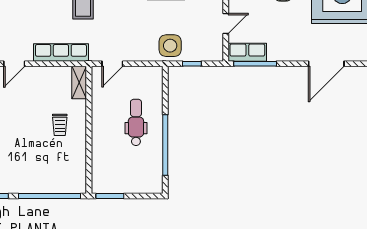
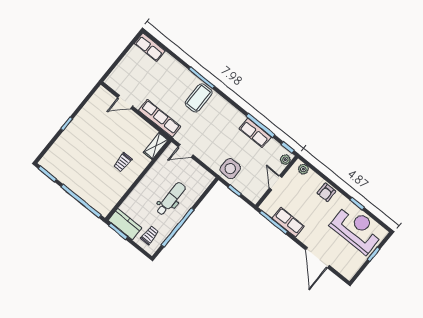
door: (226, 23) -> (276, 183), swing flipped
row of seats: (247, 52) -> (288, 222), moved
door: (326, 64) -> (317, 258), hinge flipped
trolley: (144, 175) -> (150, 235), added
kitchen counter: (111, 184) -> (125, 224), added

